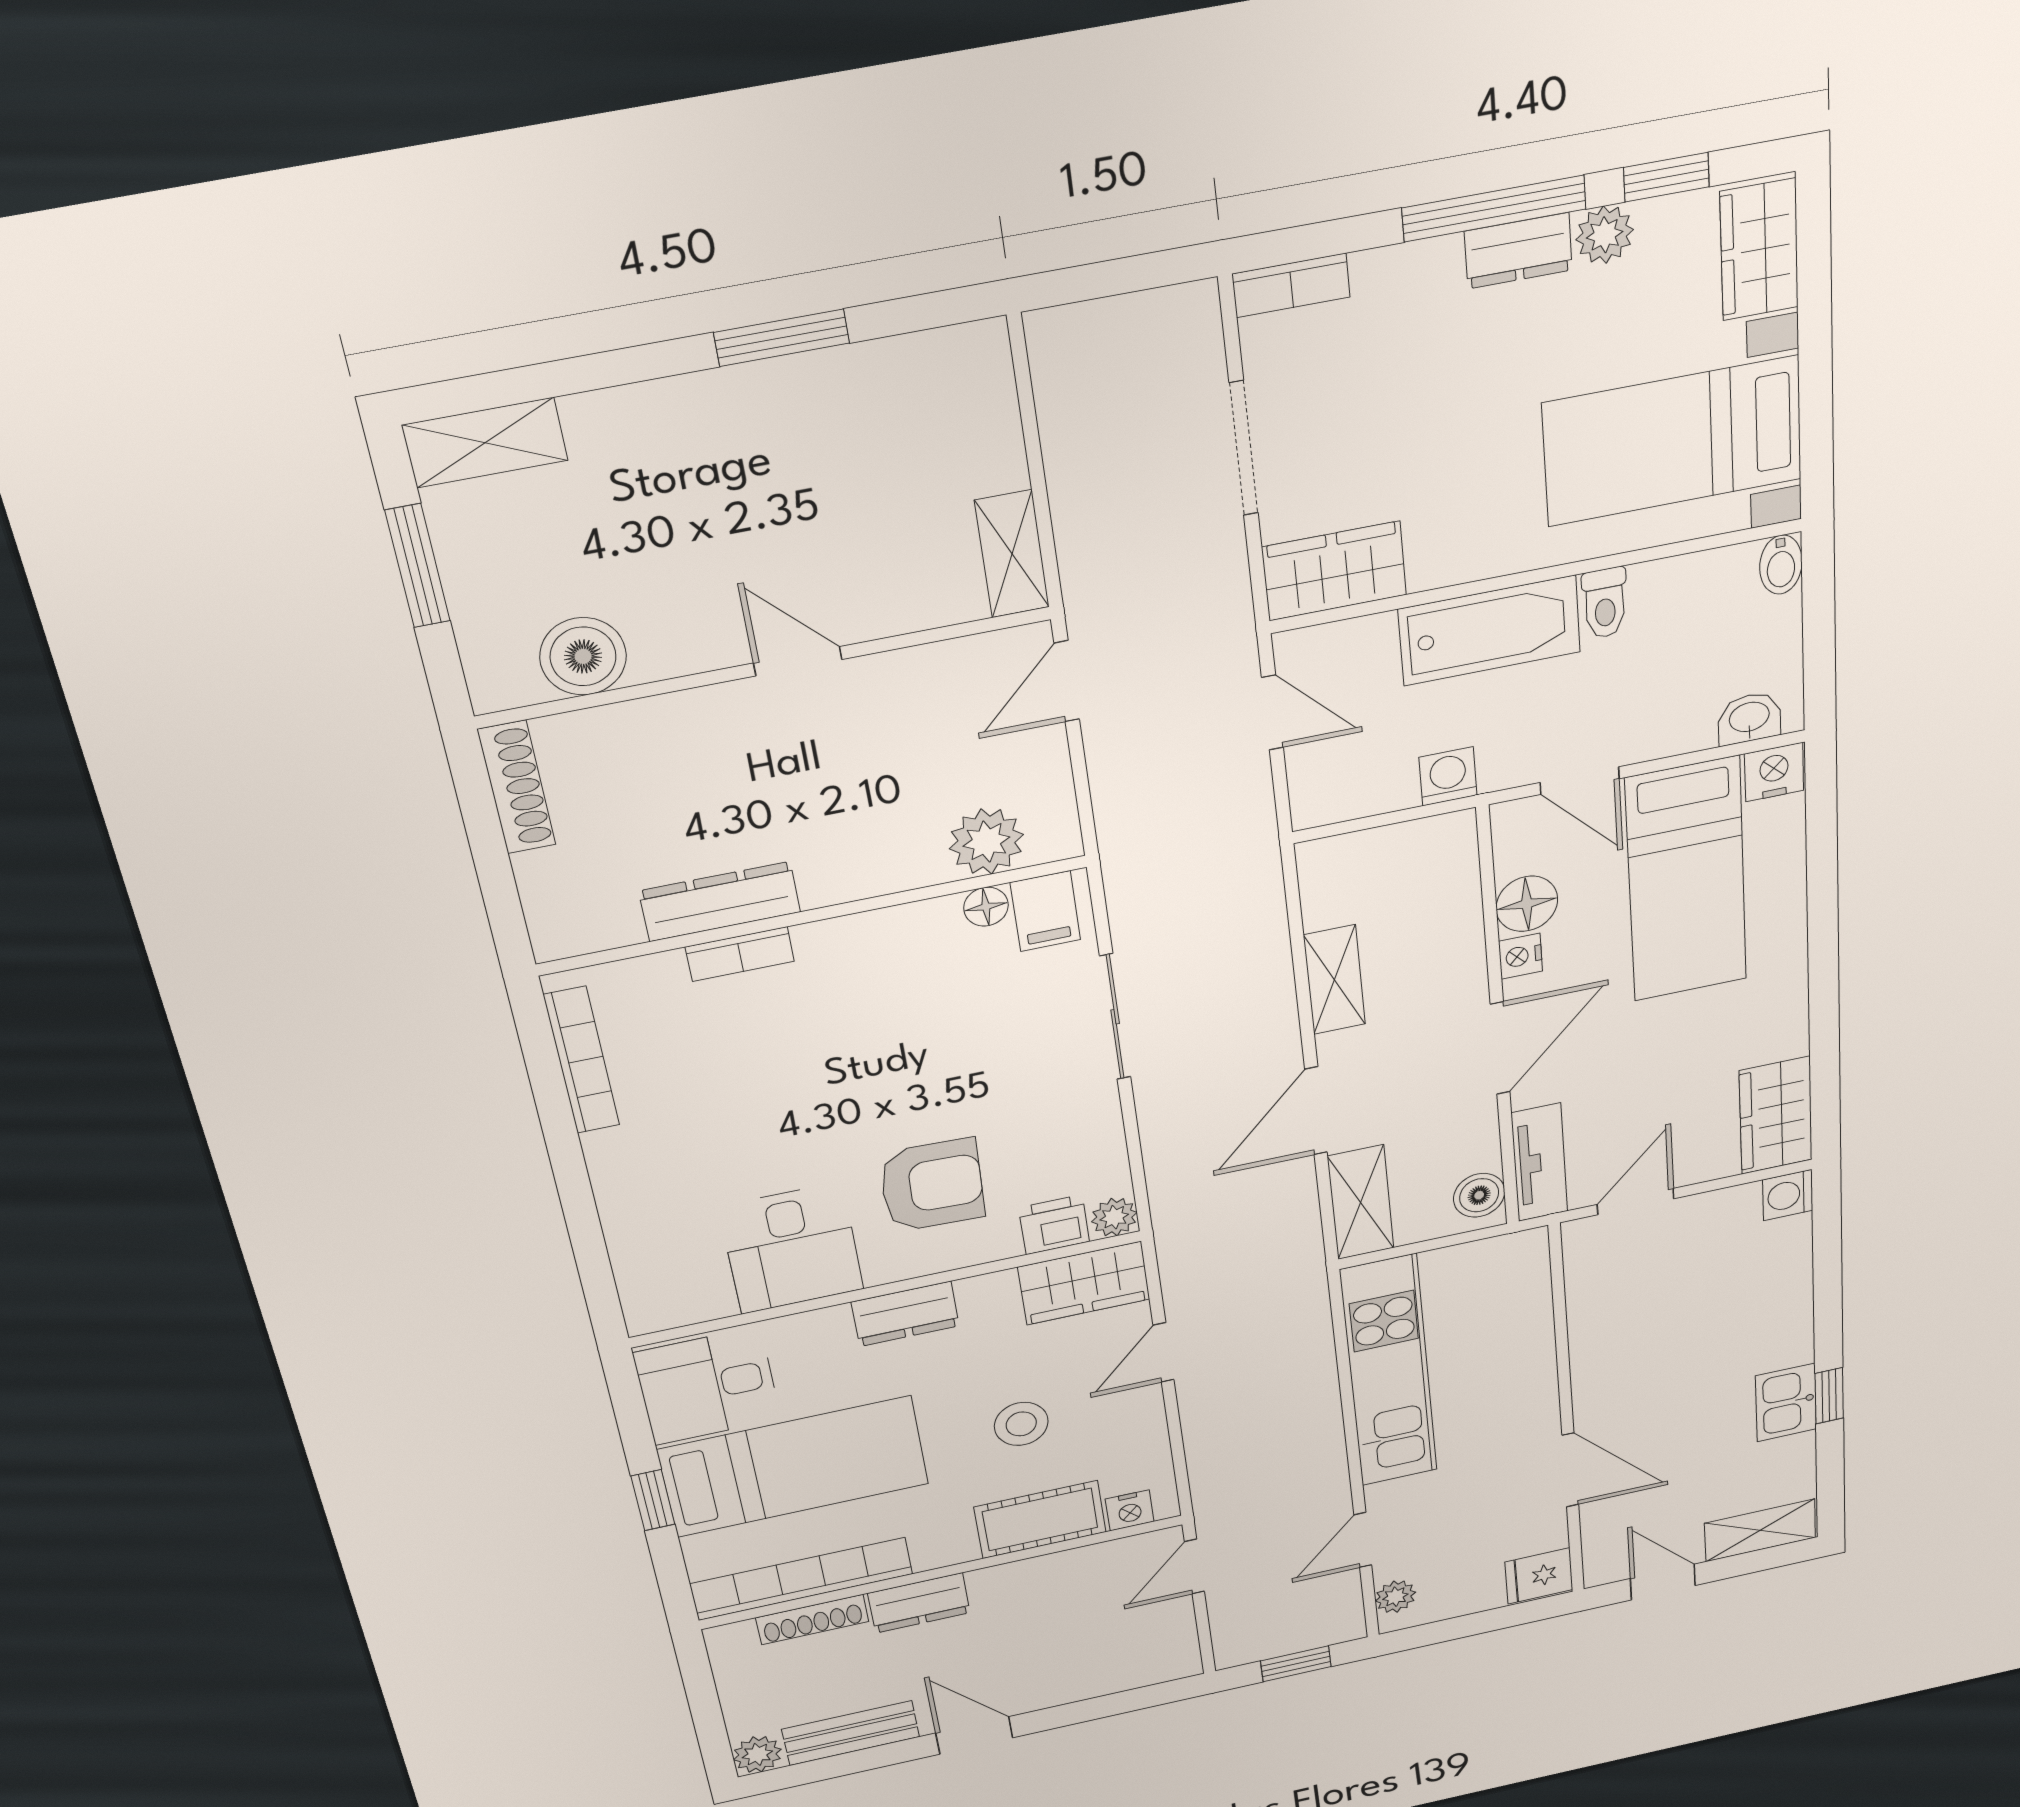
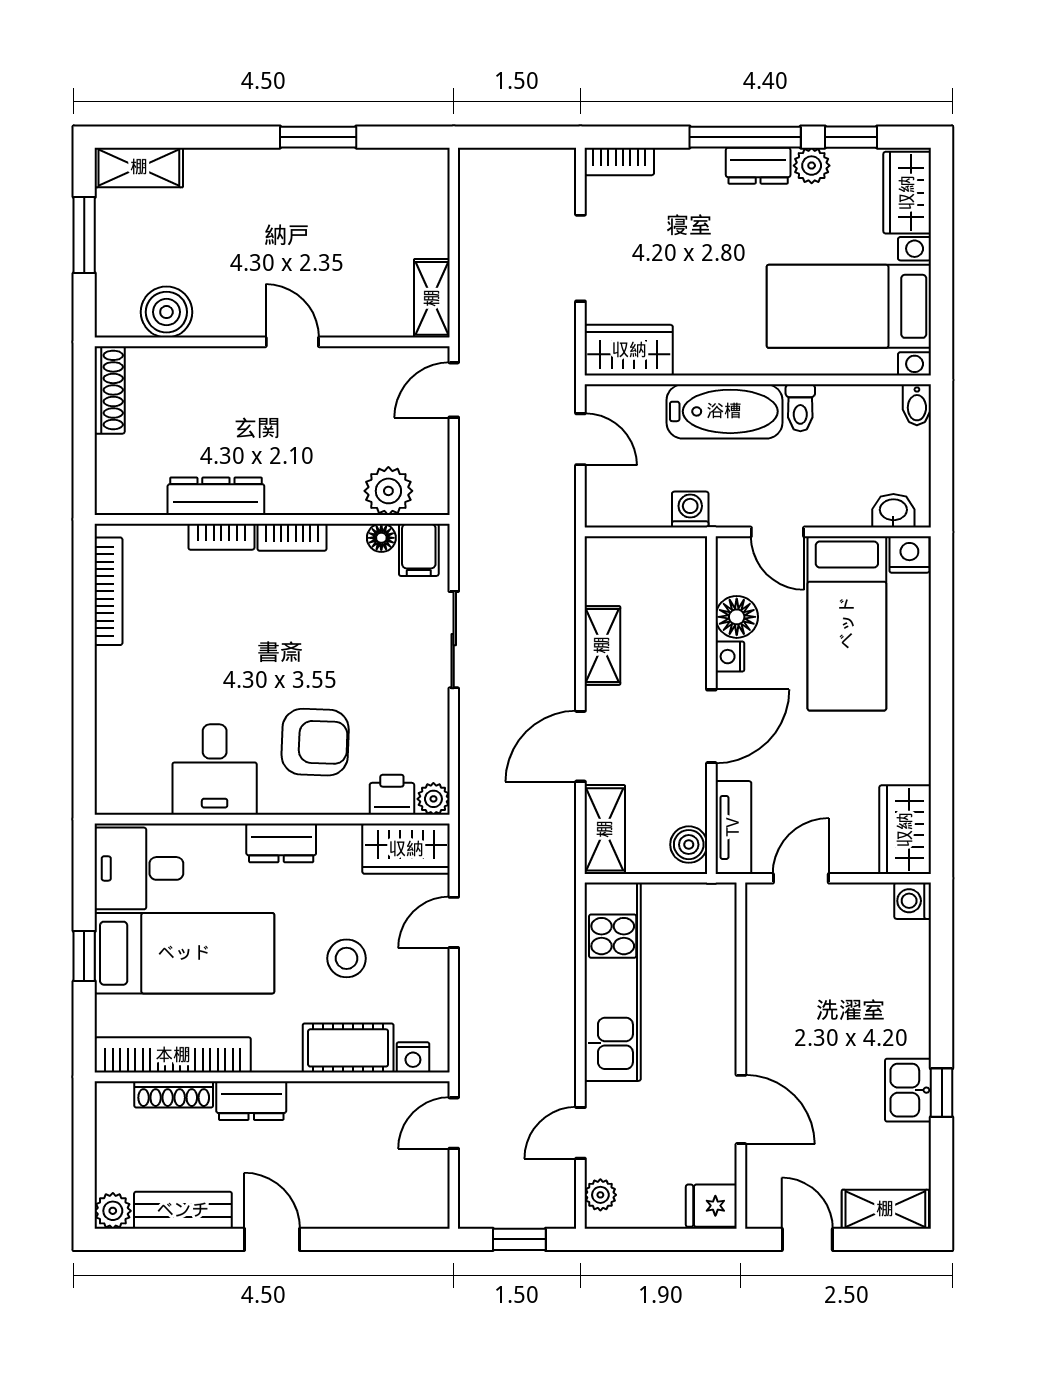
bookcase: (849, 933) -> (292, 537), added

